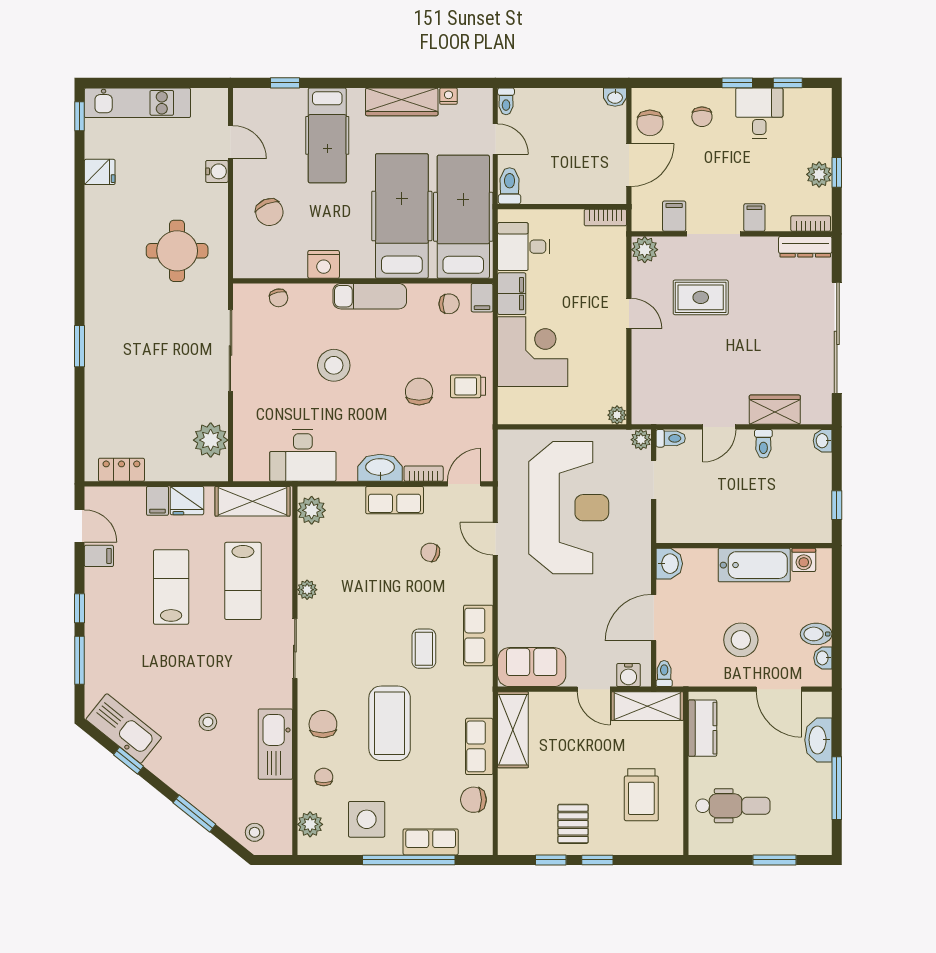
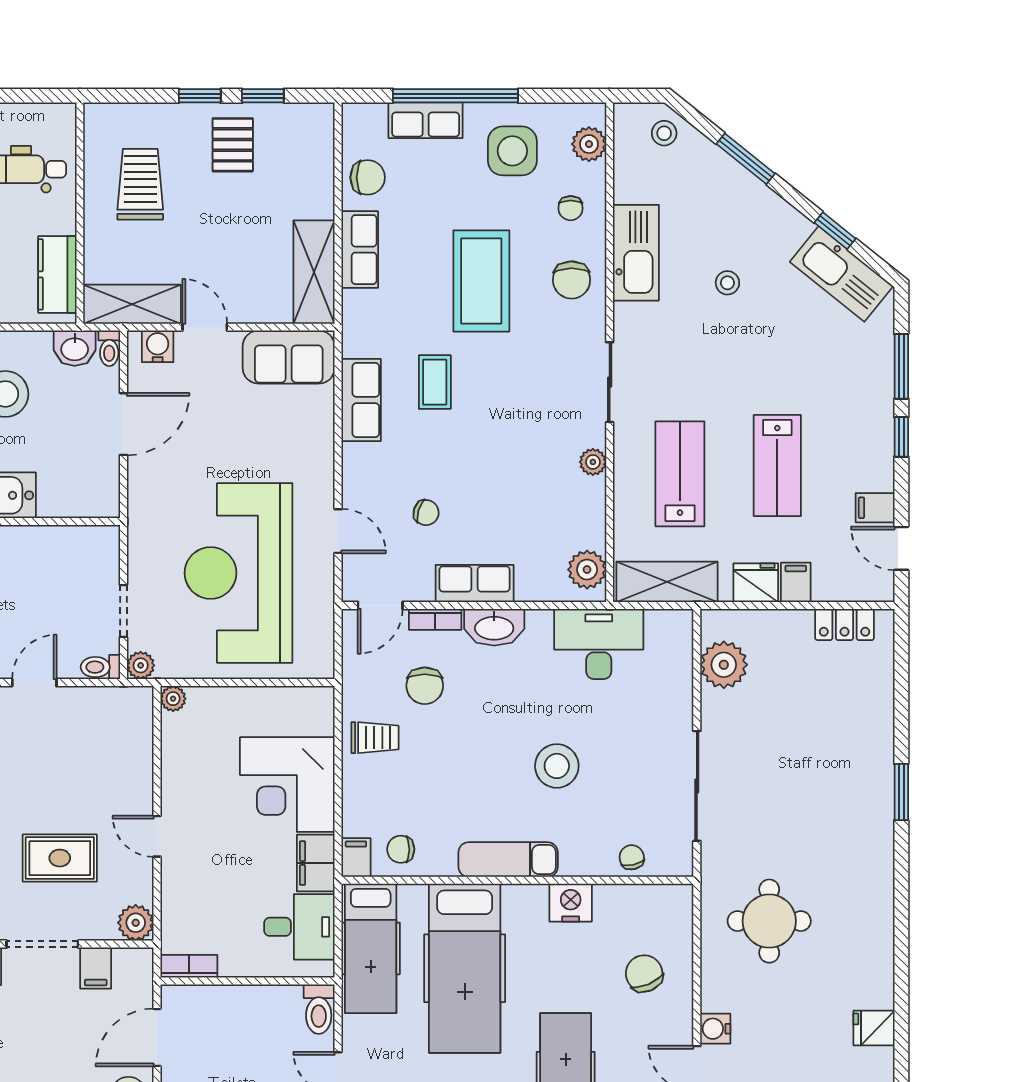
hospital bed: (463, 217) -> (371, 948), width x0.73, depth x0.78
chair: (419, 392) -> (425, 686), moved
washbasin: (669, 564) -> (75, 348), moved, turned -90

